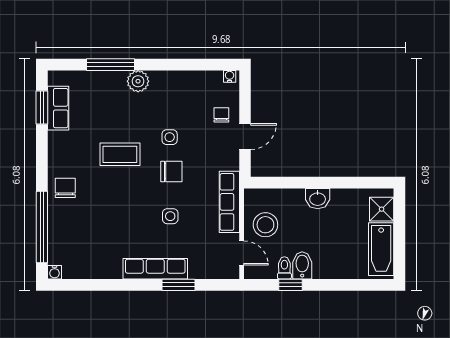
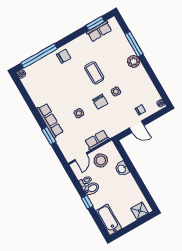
washbasin: (318, 199) -> (122, 169), moved
row of seats: (229, 202) -> (97, 140), width x0.68
bathtub: (381, 249) -> (109, 220), moved, turned 90
window: (291, 285) -> (87, 202), moved

